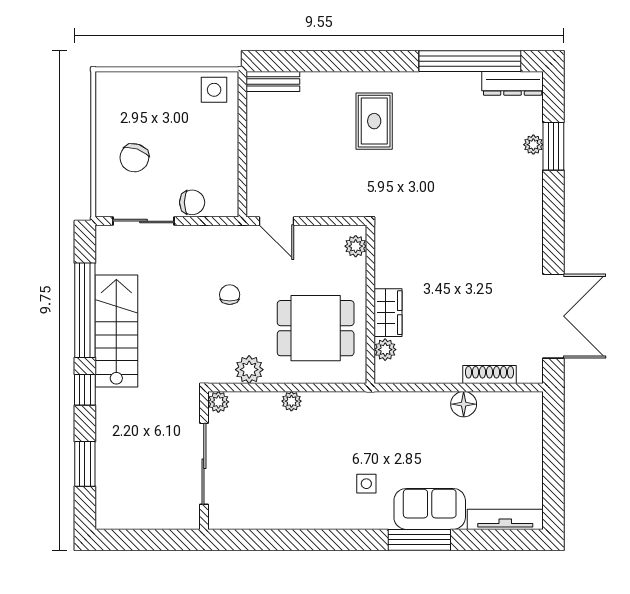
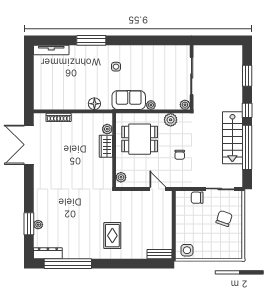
floor lamp: (464, 404) -> (94, 104), moved
sofa: (430, 509) -> (129, 100), moved, turned 180

